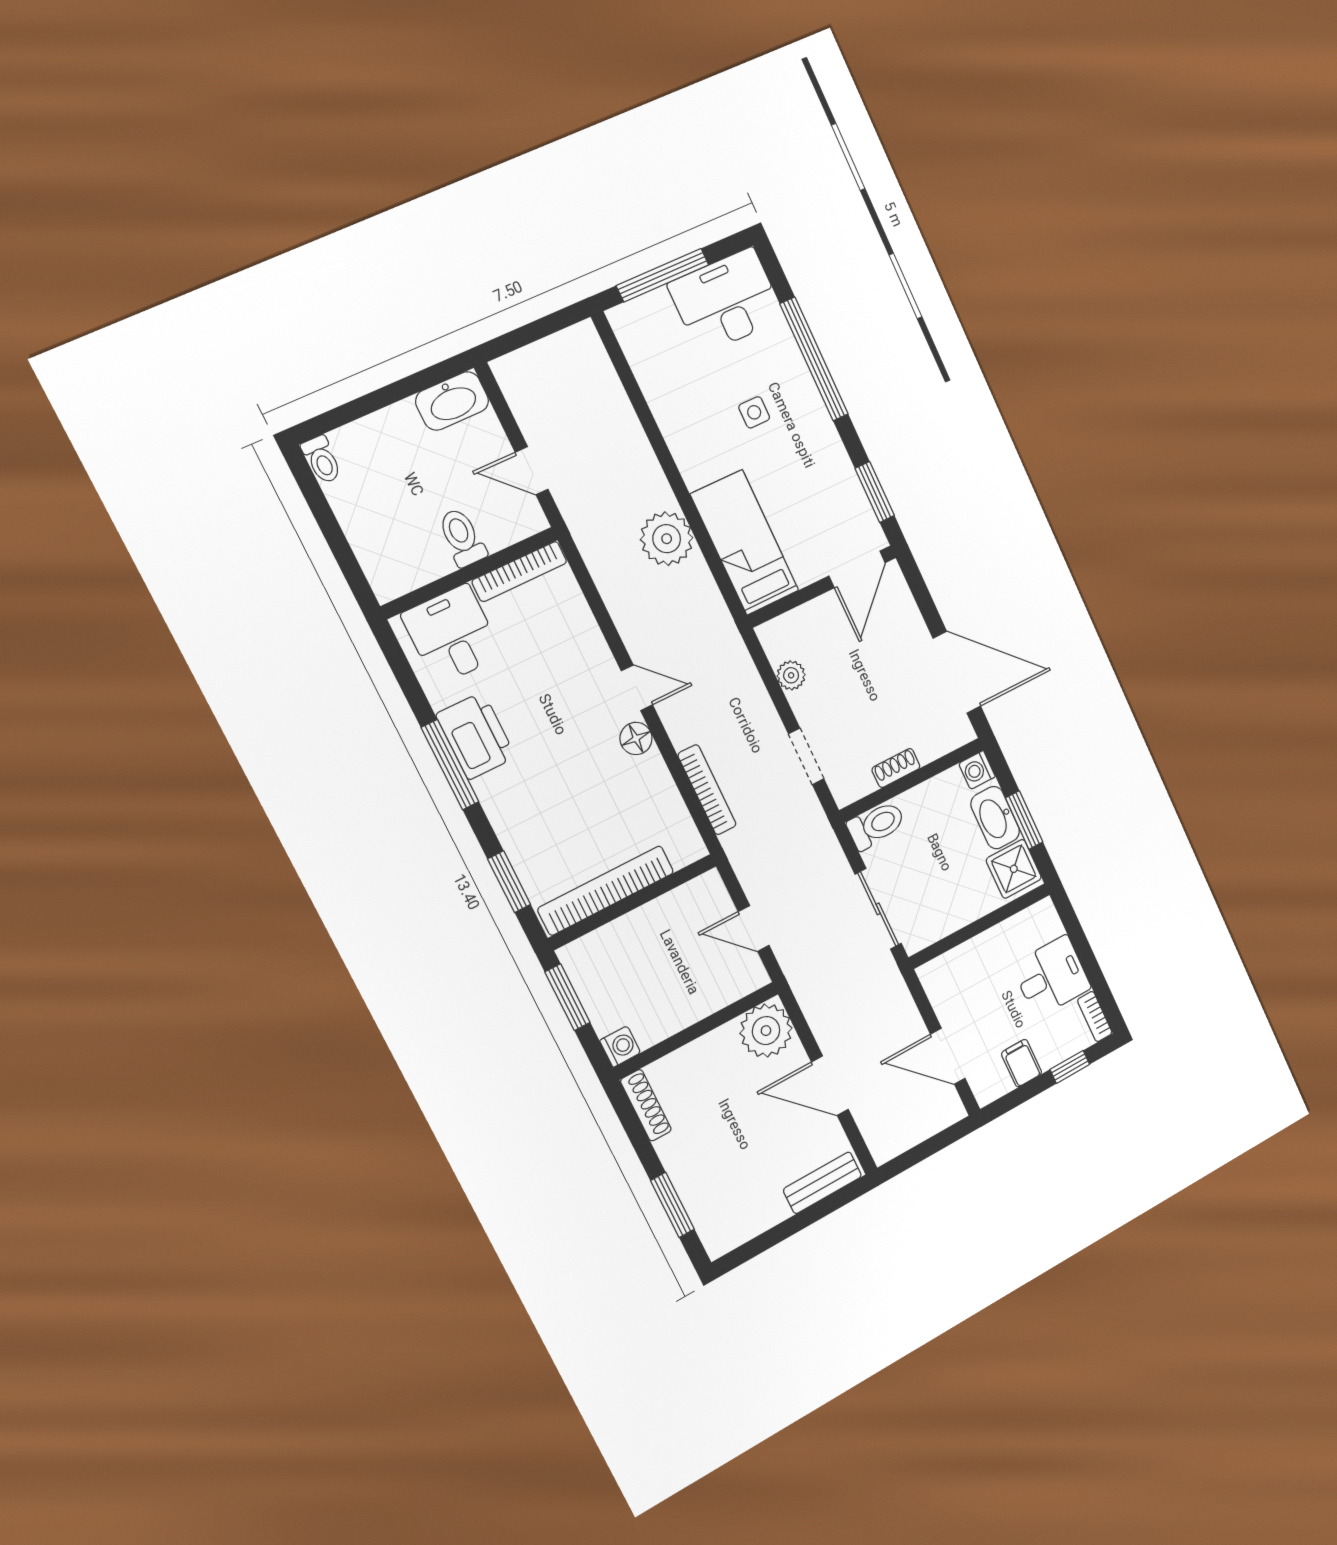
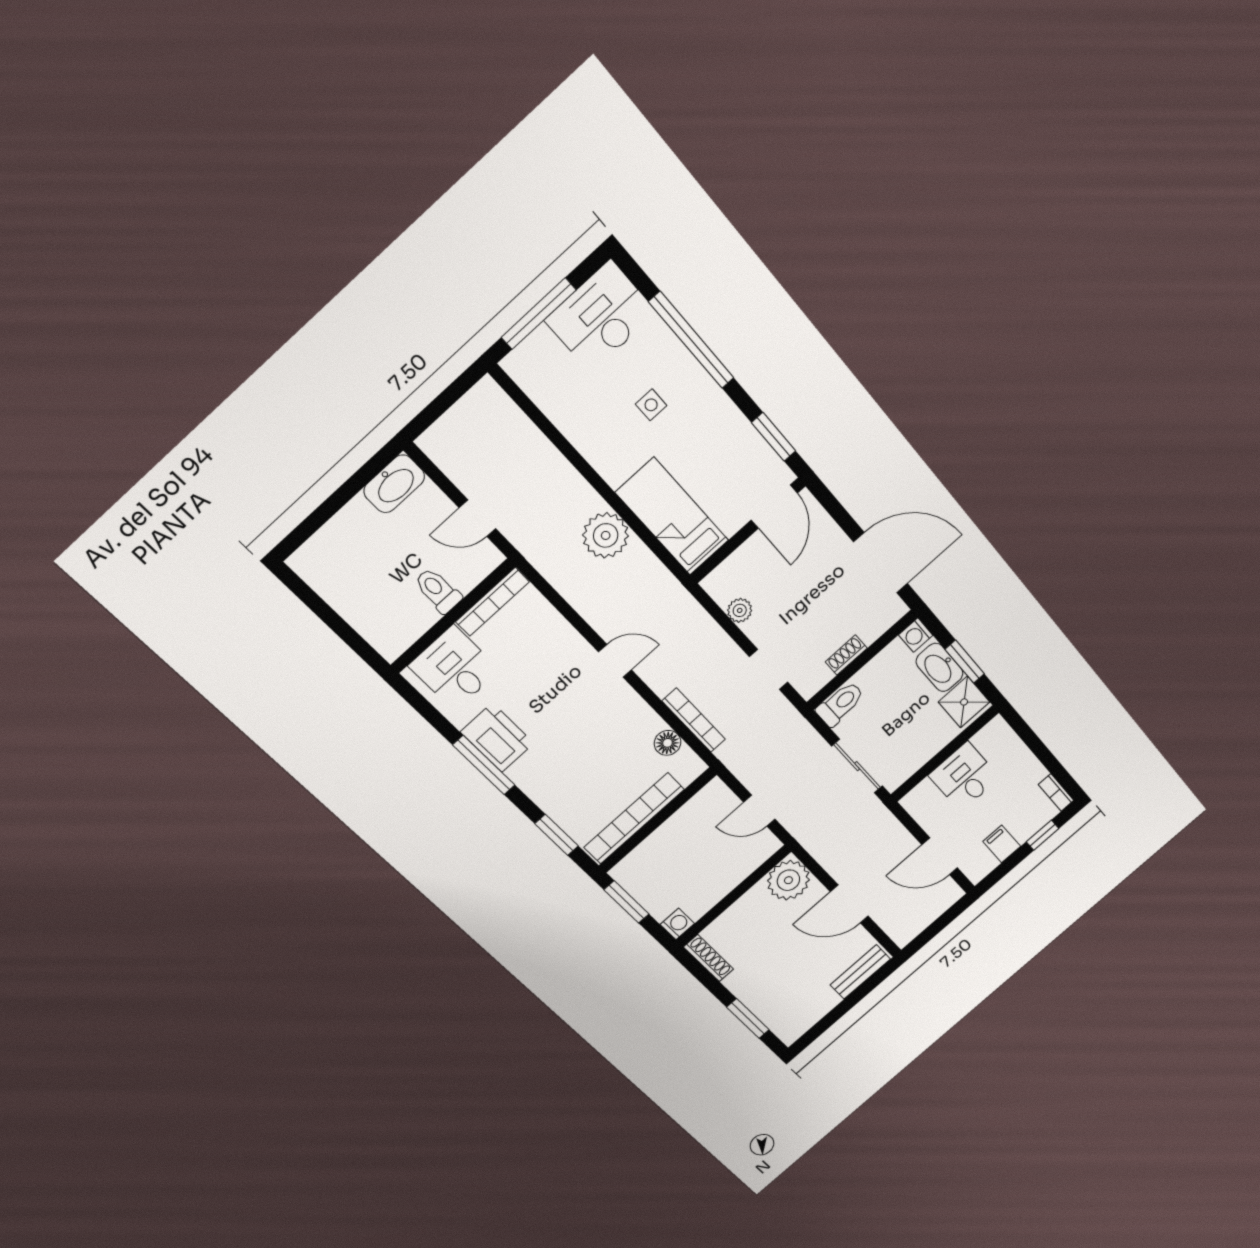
toilet: (322, 460) -> (305, 567), removed
floor lamp: (636, 738) -> (668, 743), moved
desk: (1051, 976) -> (964, 777), moved, turned -90

